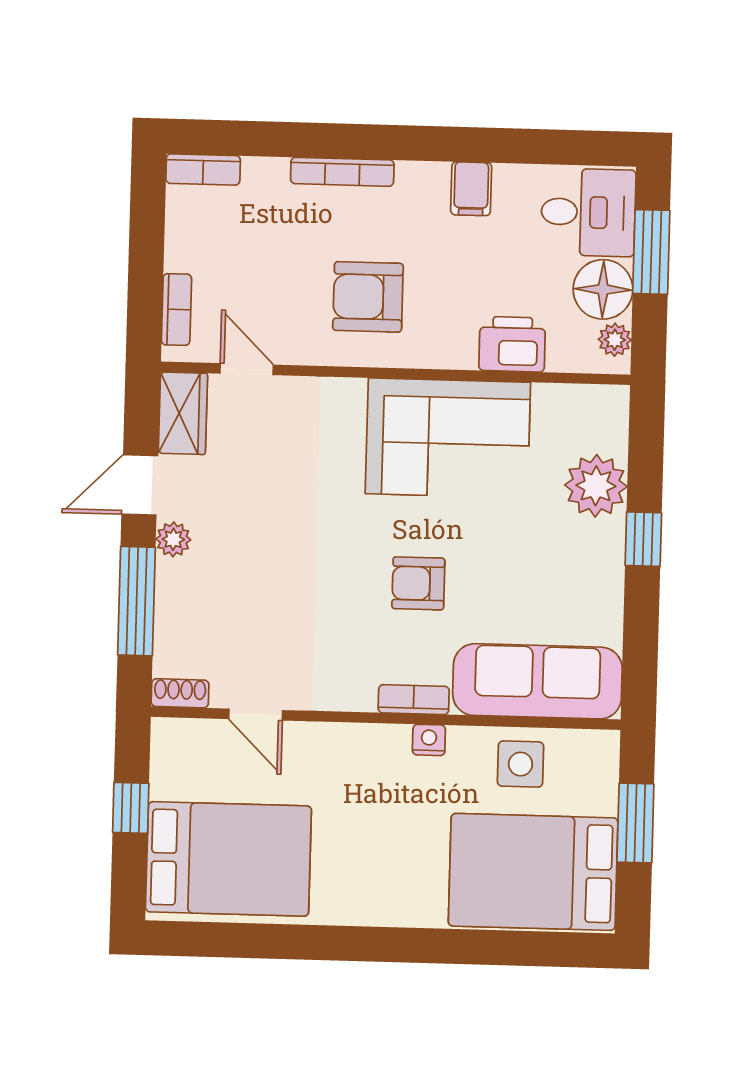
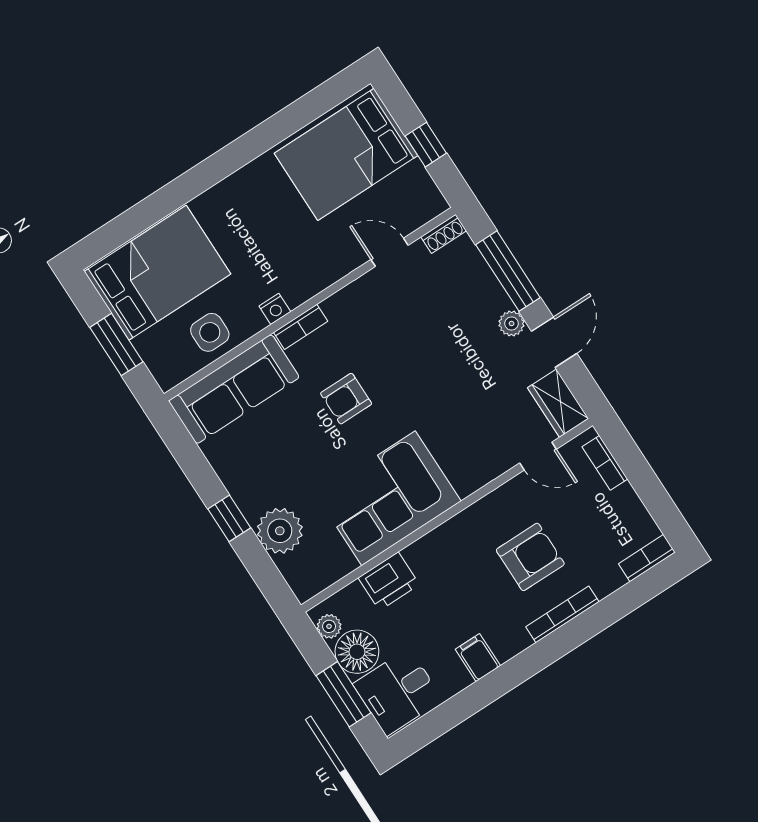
armchair: (368, 297) -> (530, 557), moved
armchair: (418, 583) -> (346, 399), turned 180

